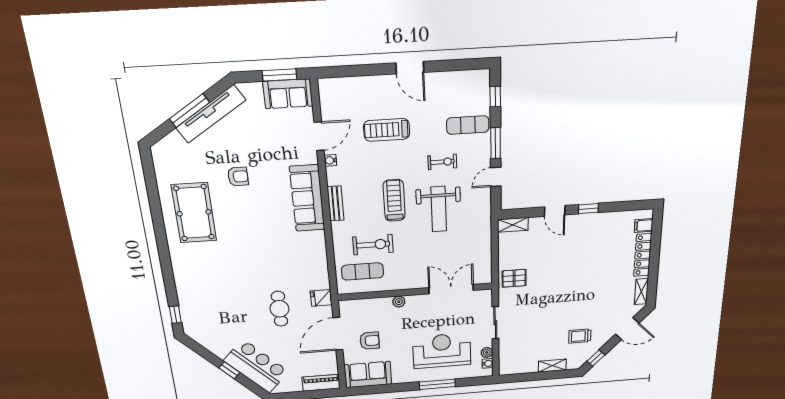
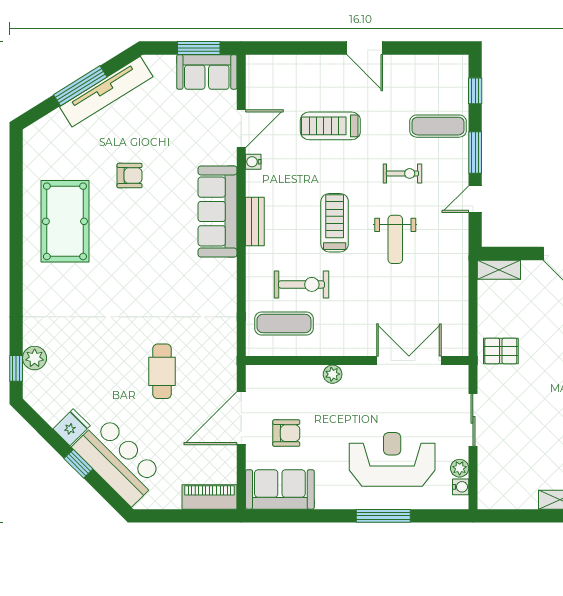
weight bench: (439, 209) -> (395, 239), width x0.73, depth x0.75
fridge: (321, 298) -> (72, 427), moved, turned 135
plant: (187, 307) -> (35, 358), added

